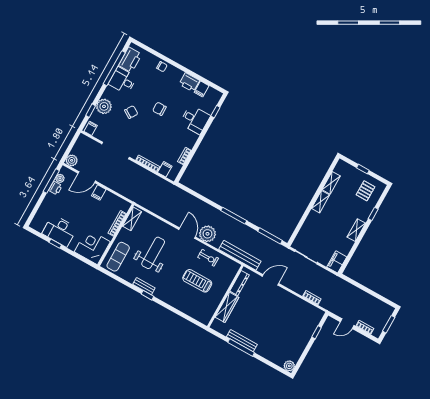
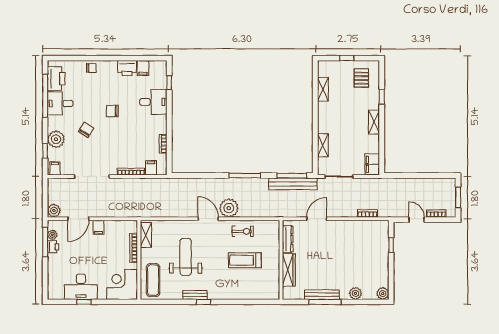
shelving: (320, 202) -> (323, 145), moved
bench: (240, 255) -> (293, 184), moved
door: (347, 324) -> (417, 220), swing flipped
plant: (268, 354) -> (355, 293), added

